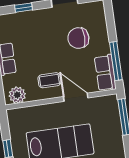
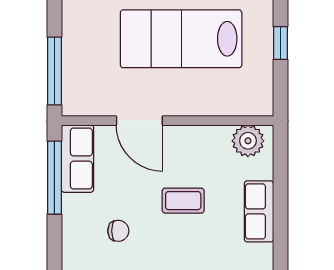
chair: (78, 38) -> (118, 231), width x0.54, depth x0.54
coffee table: (49, 80) -> (183, 201), moved

